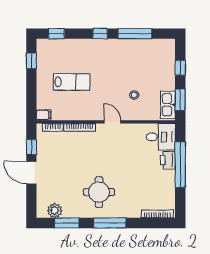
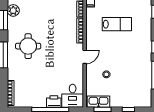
lab bench: (72, 82) -> (117, 24), turned -90

